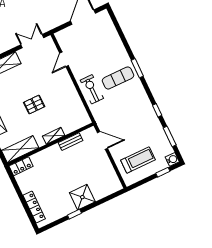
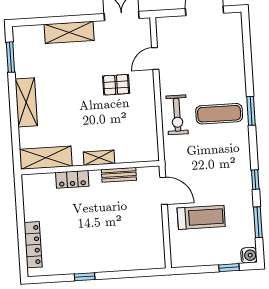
exercise bike: (92, 89) -> (177, 115), turned 180
pallet: (34, 105) -> (116, 85), moved
treadmill: (138, 160) -> (201, 217), moved
locker: (21, 166) -> (72, 179), moved
shower: (82, 197) -> (105, 258), removed

